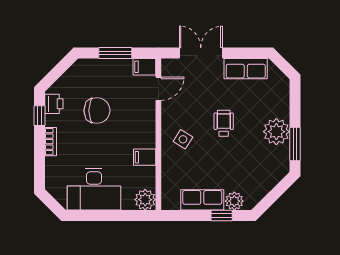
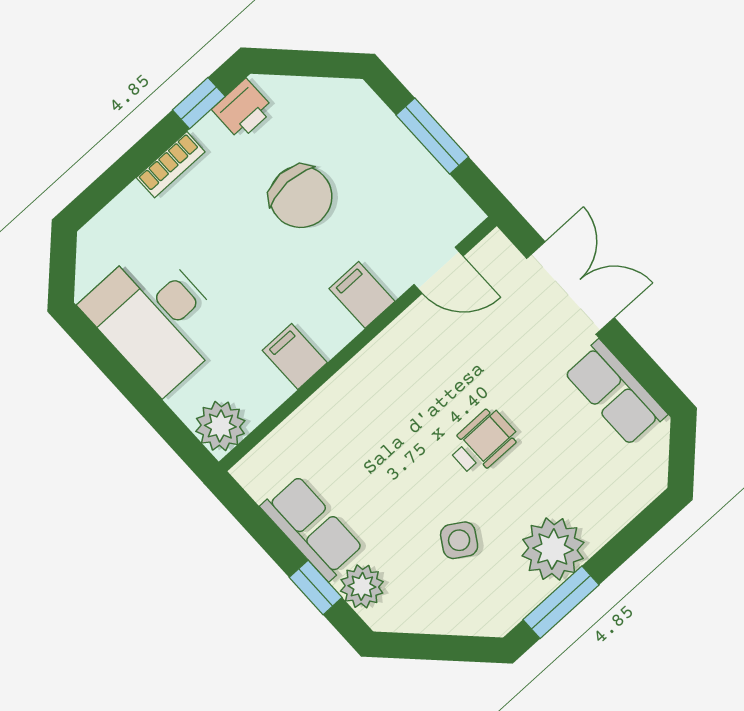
filing cabinet: (144, 67) -> (362, 295), moved
side table: (183, 139) -> (459, 540), moved

